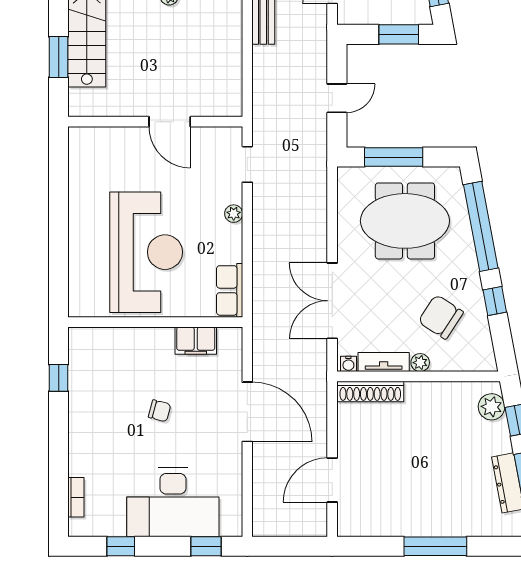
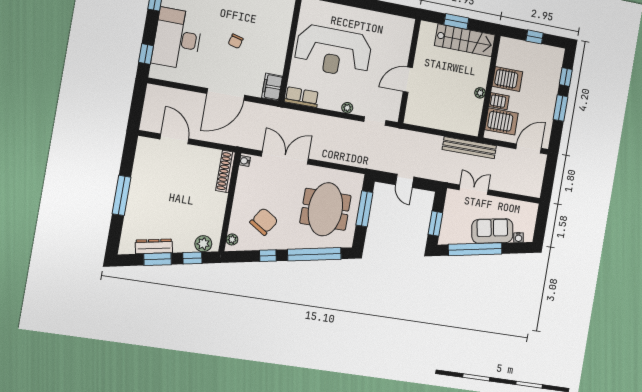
filing cabinet: (196, 341) -> (272, 87), moved
tv unit: (384, 362) -> (242, 183), removed
plant: (420, 363) -> (232, 239), moved

